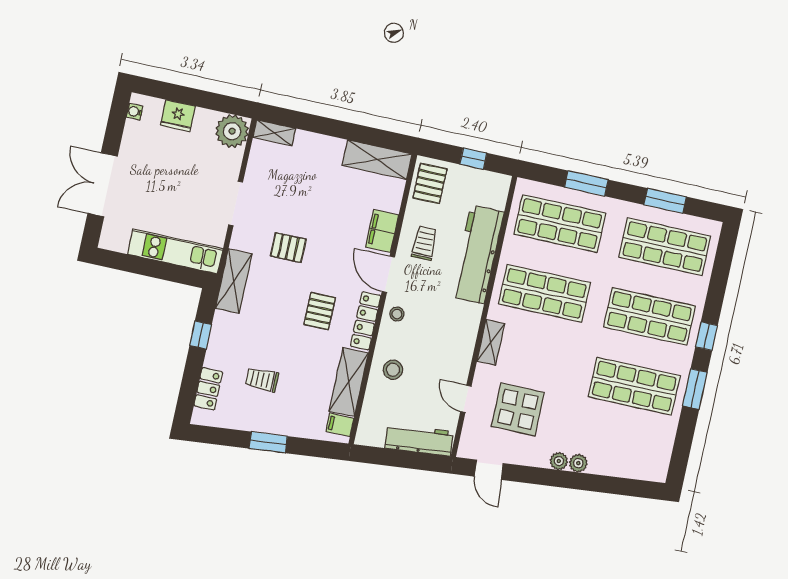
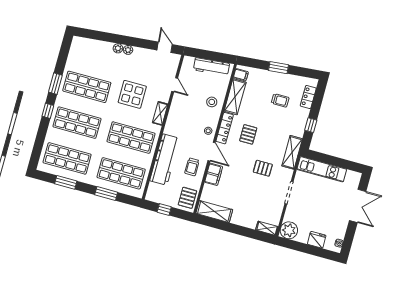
display table: (518, 409) -> (132, 94), moved
workbench: (419, 440) -> (211, 67), moved

